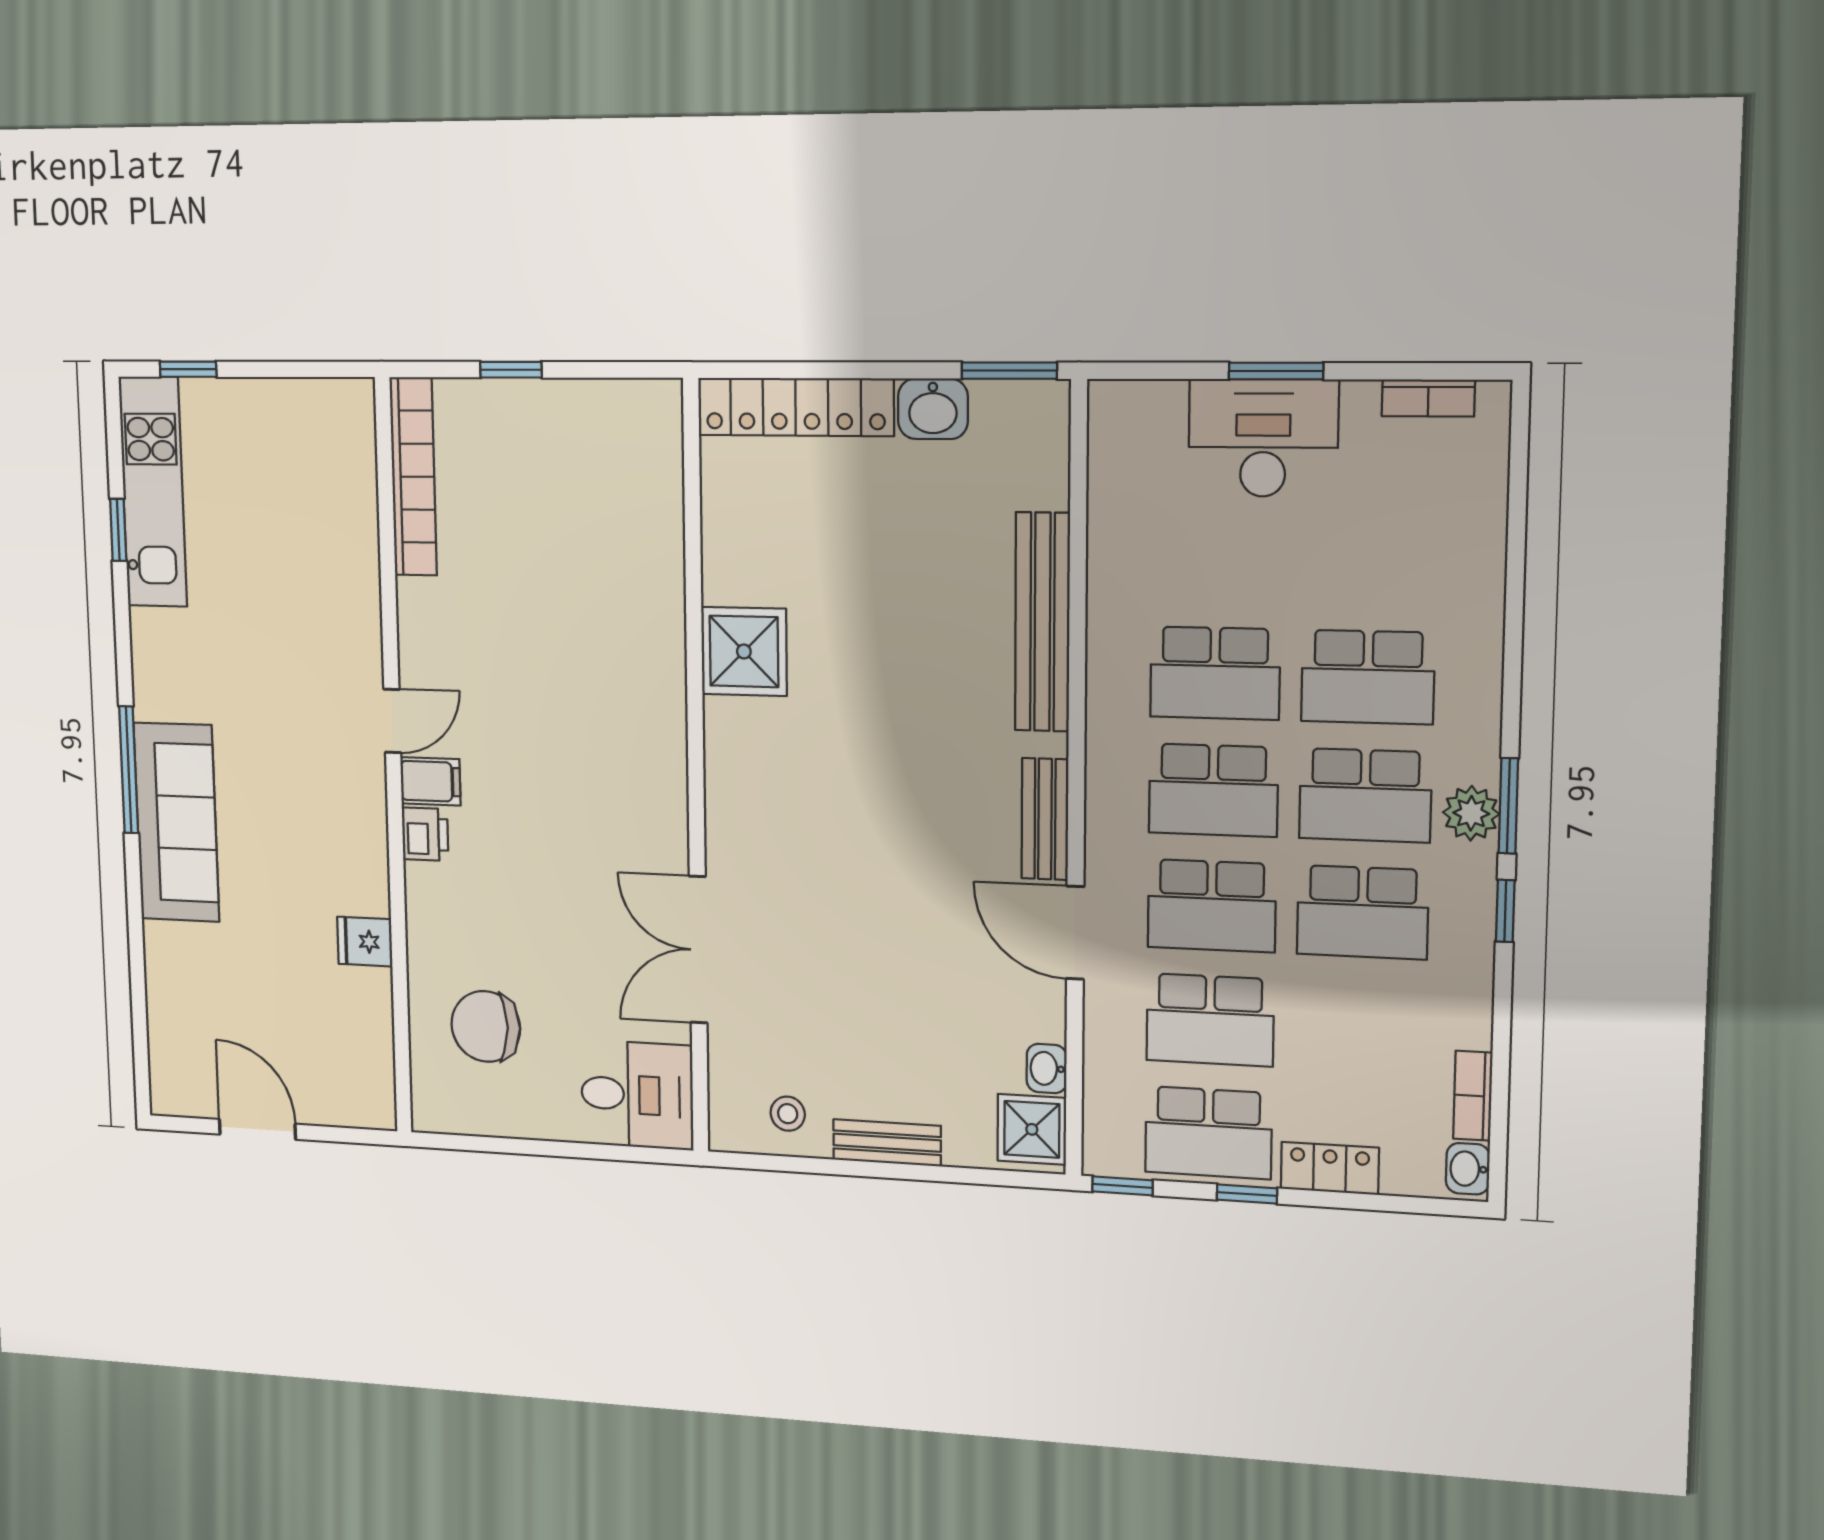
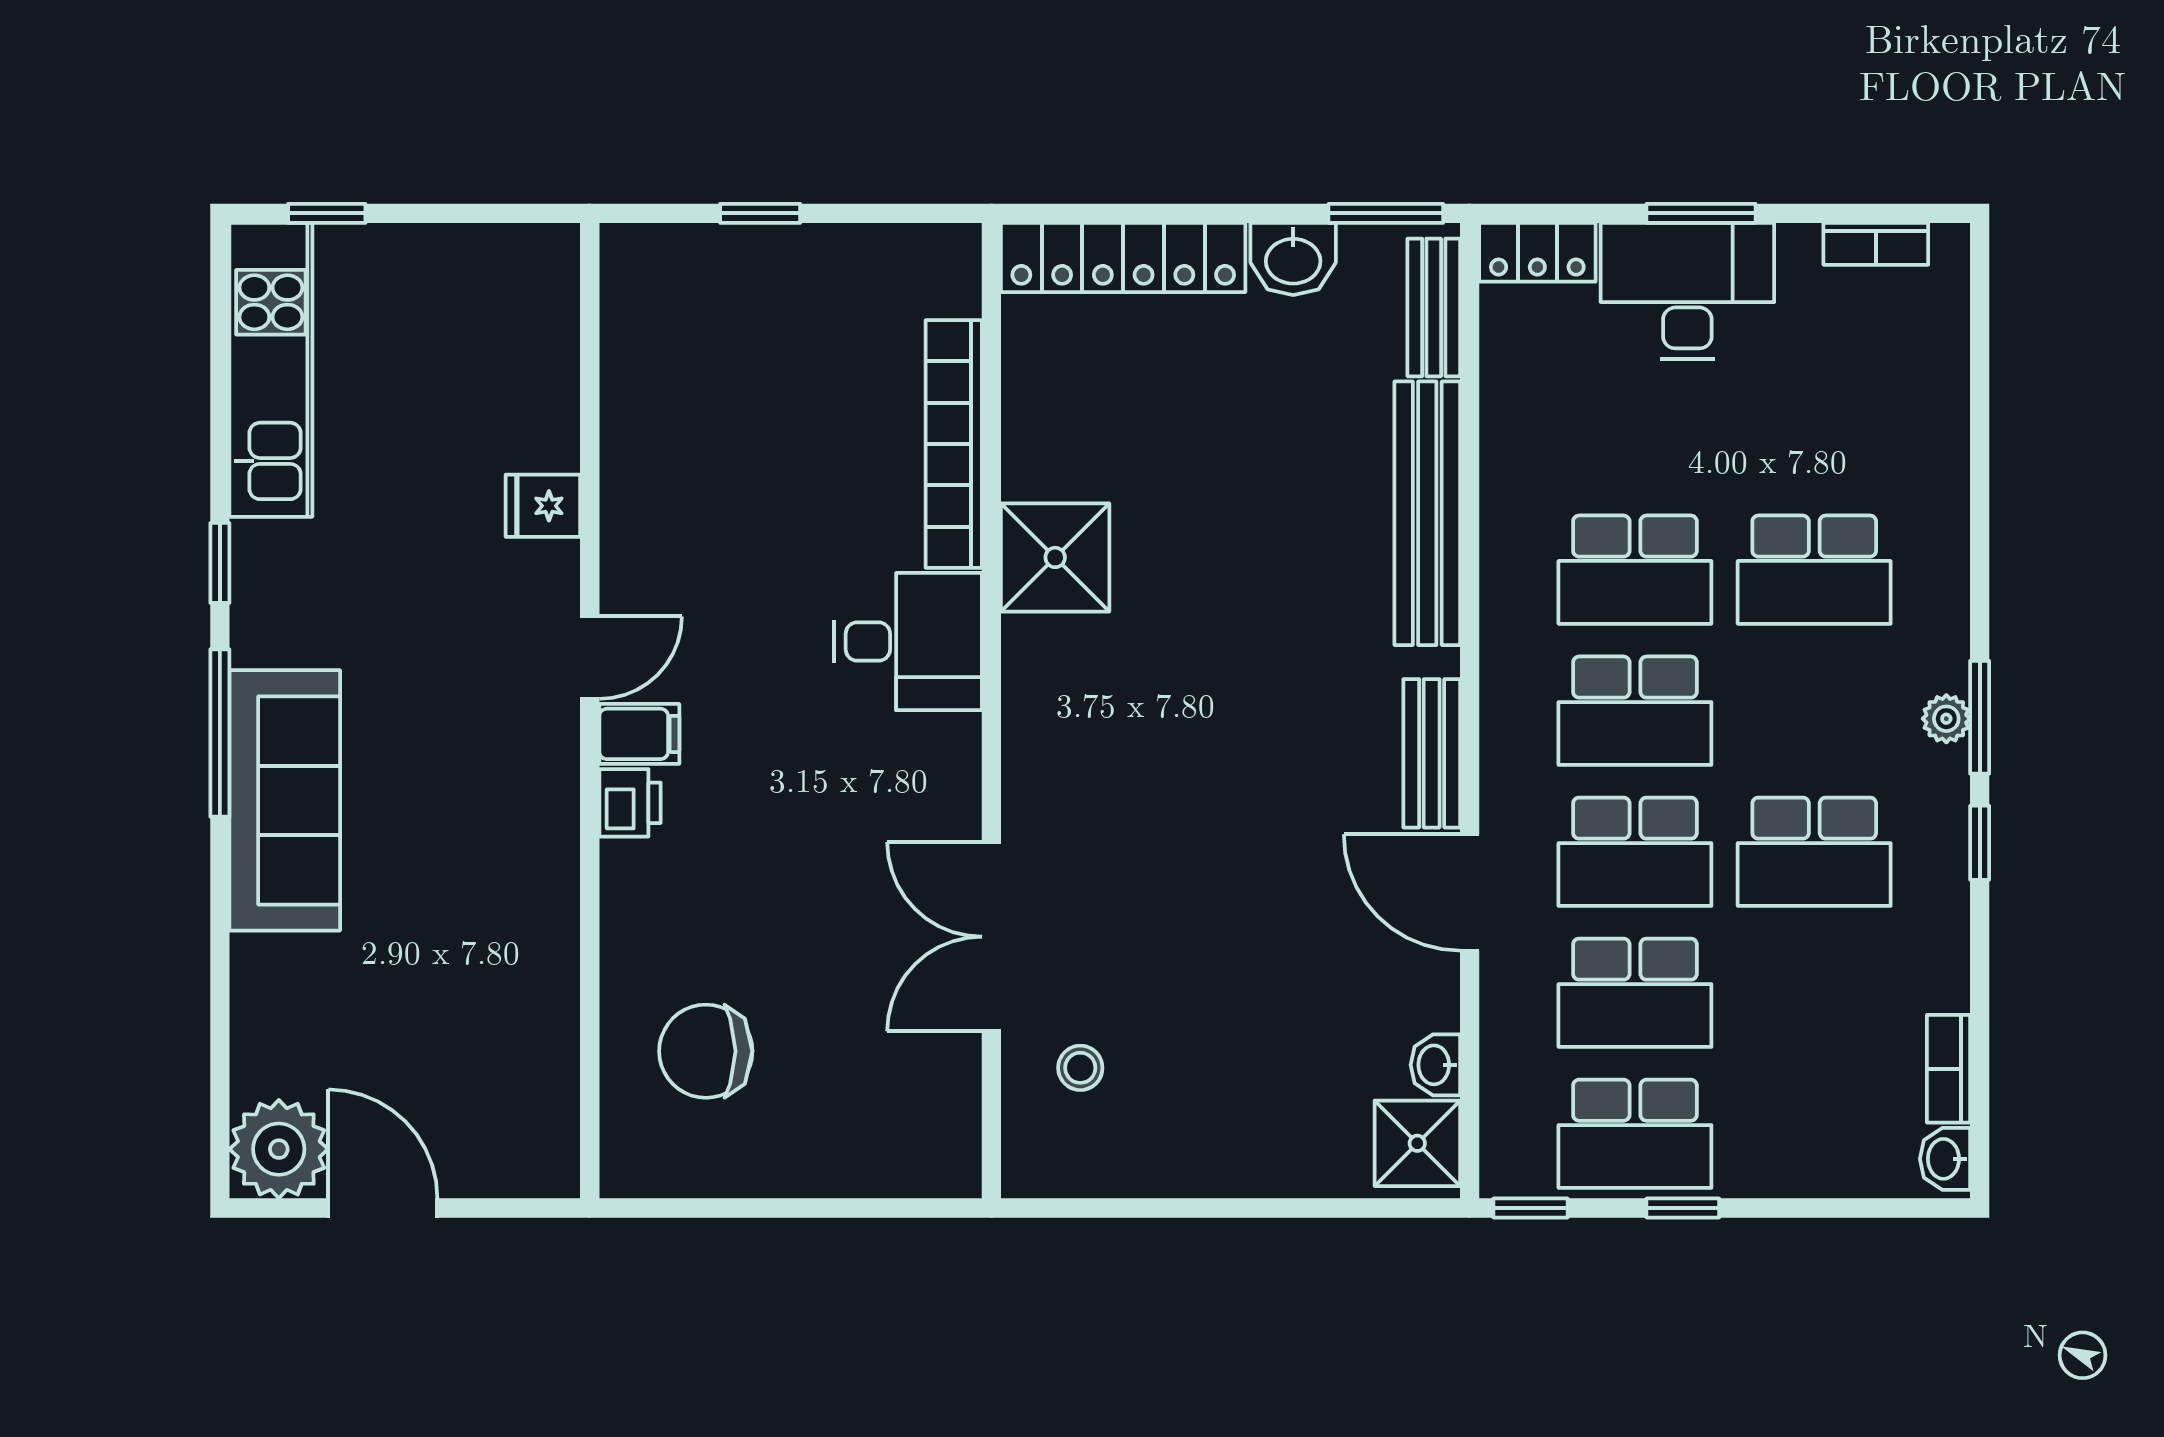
bookcase: (413, 477) -> (954, 444), moved, turned 180
window: (118, 530) -> (220, 563), moved
school desk: (1365, 795) -> (1814, 711), removed
plant: (1471, 813) -> (1946, 719), width x0.73, depth x0.73
fridge: (365, 942) -> (543, 506), moved
plant: (183, 1081) -> (279, 1149), added
desk: (637, 1095) -> (908, 642), moved
stool: (788, 1114) -> (1080, 1068), moved
bench: (887, 1143) -> (1434, 307), moved, turned 90
locker: (1330, 1168) -> (1537, 252), moved, turned 180

